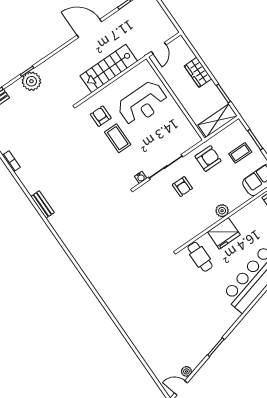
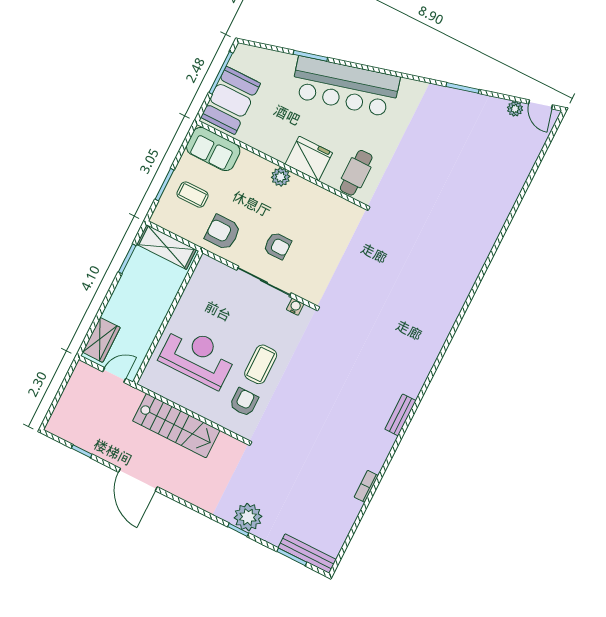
wardrobe: (198, 72) -> (101, 340), moved
armchair: (101, 116) -> (244, 402), turned 180
armchair: (182, 187) -> (277, 246), turned 90

